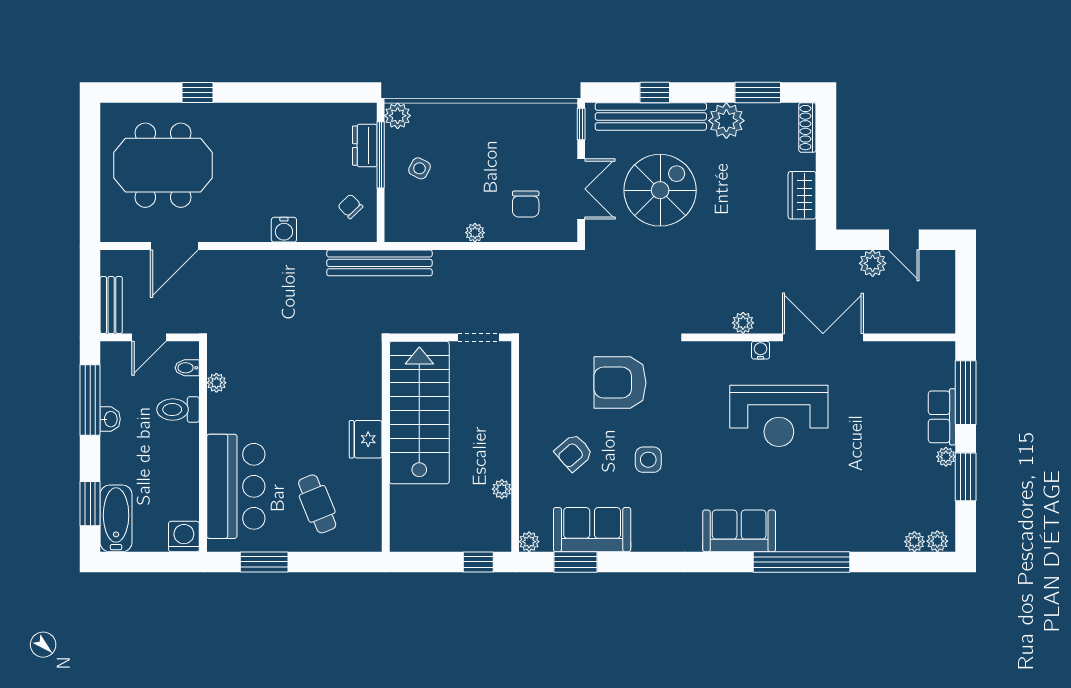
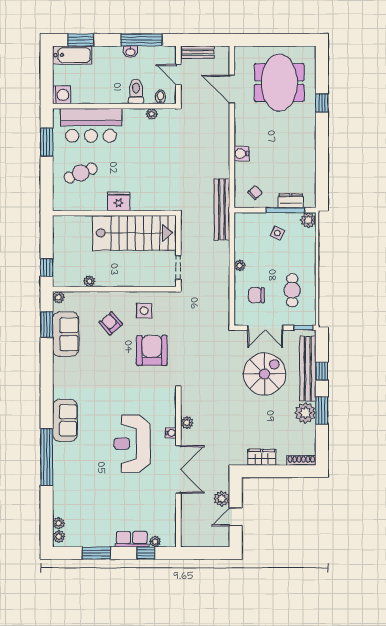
window: (758, 92) -> (322, 411), moved
cafe table: (517, 143) -> (292, 290), added
spiral stairs: (660, 190) -> (265, 374), turned -90
window: (966, 393) -> (146, 553), width x0.46
plant: (946, 457) -> (155, 542), moved
side table: (648, 460) -> (144, 311), moved

